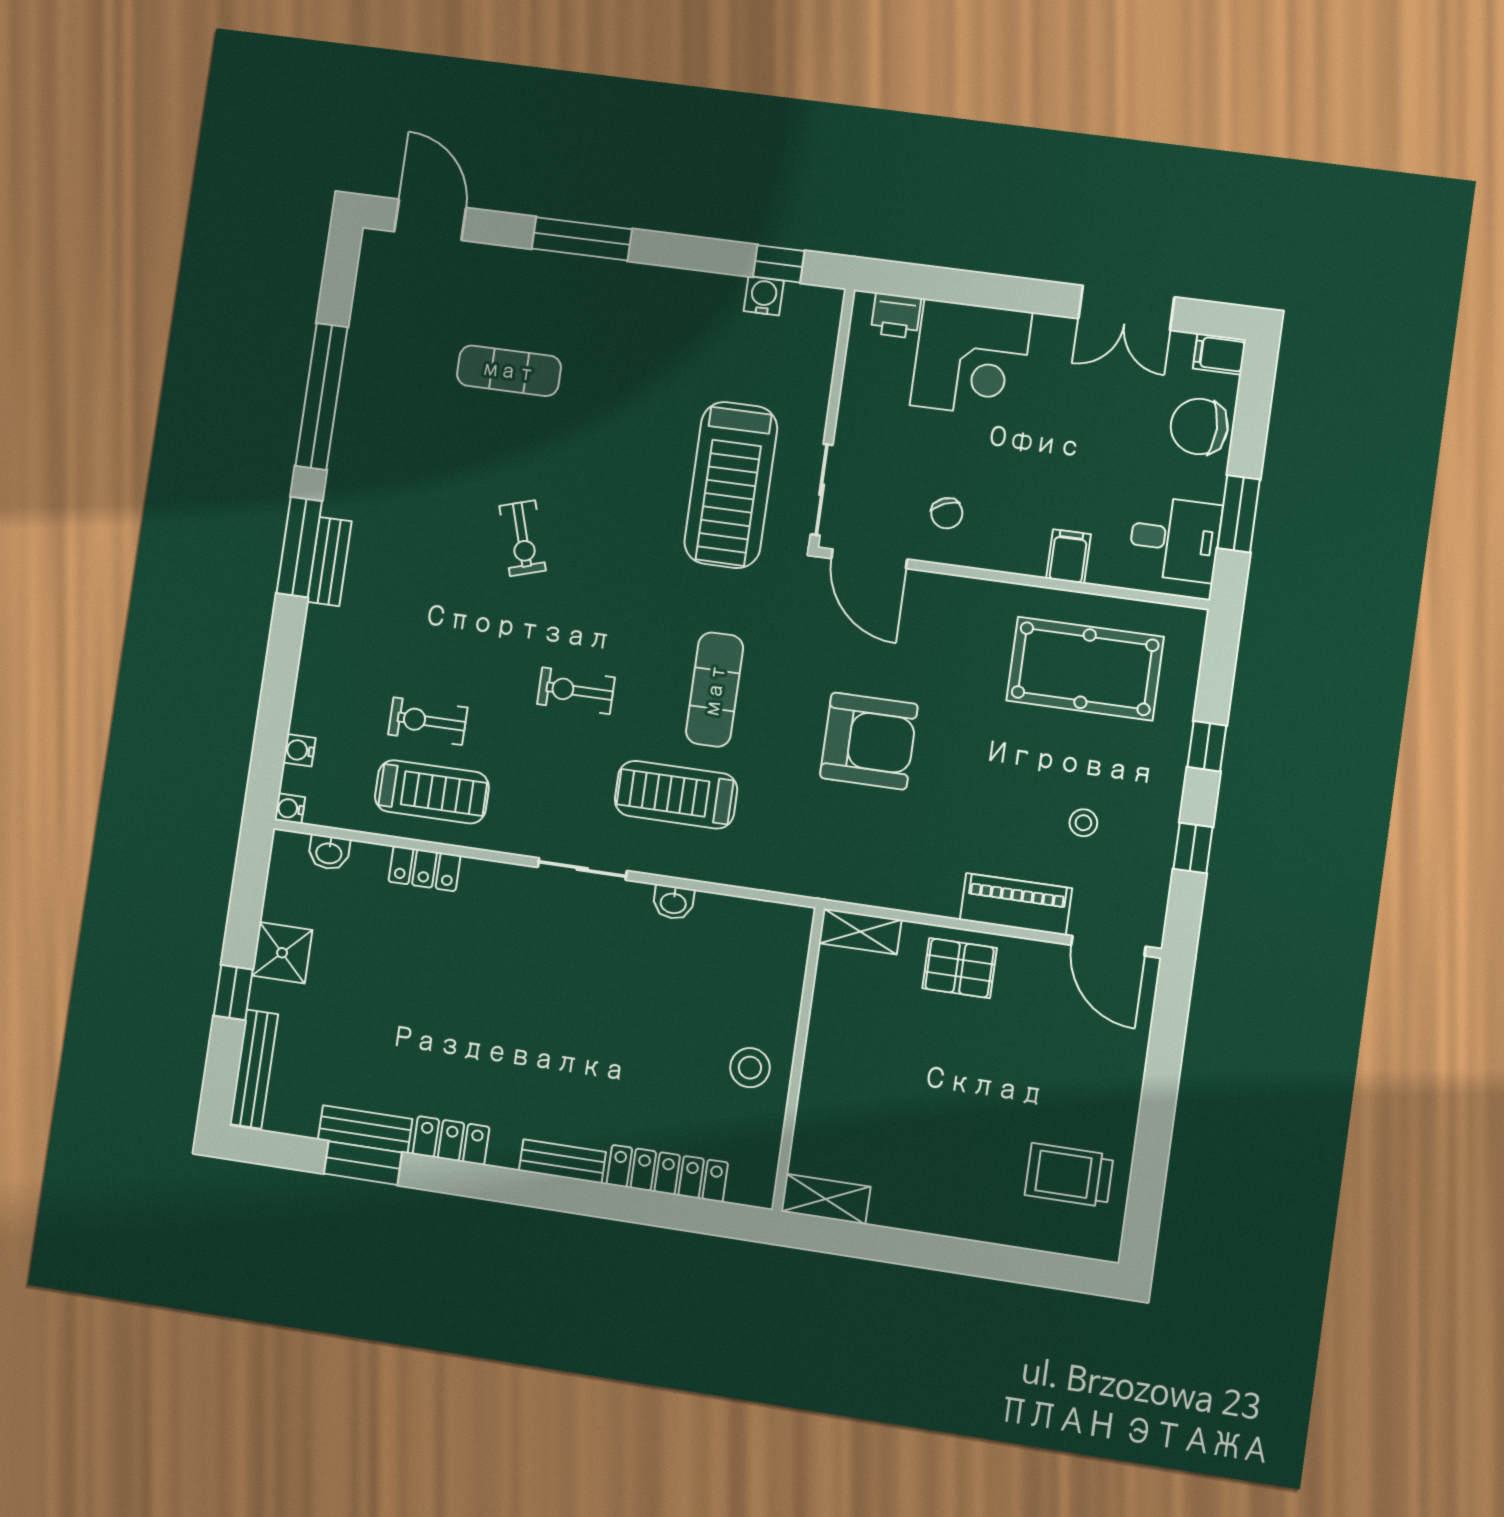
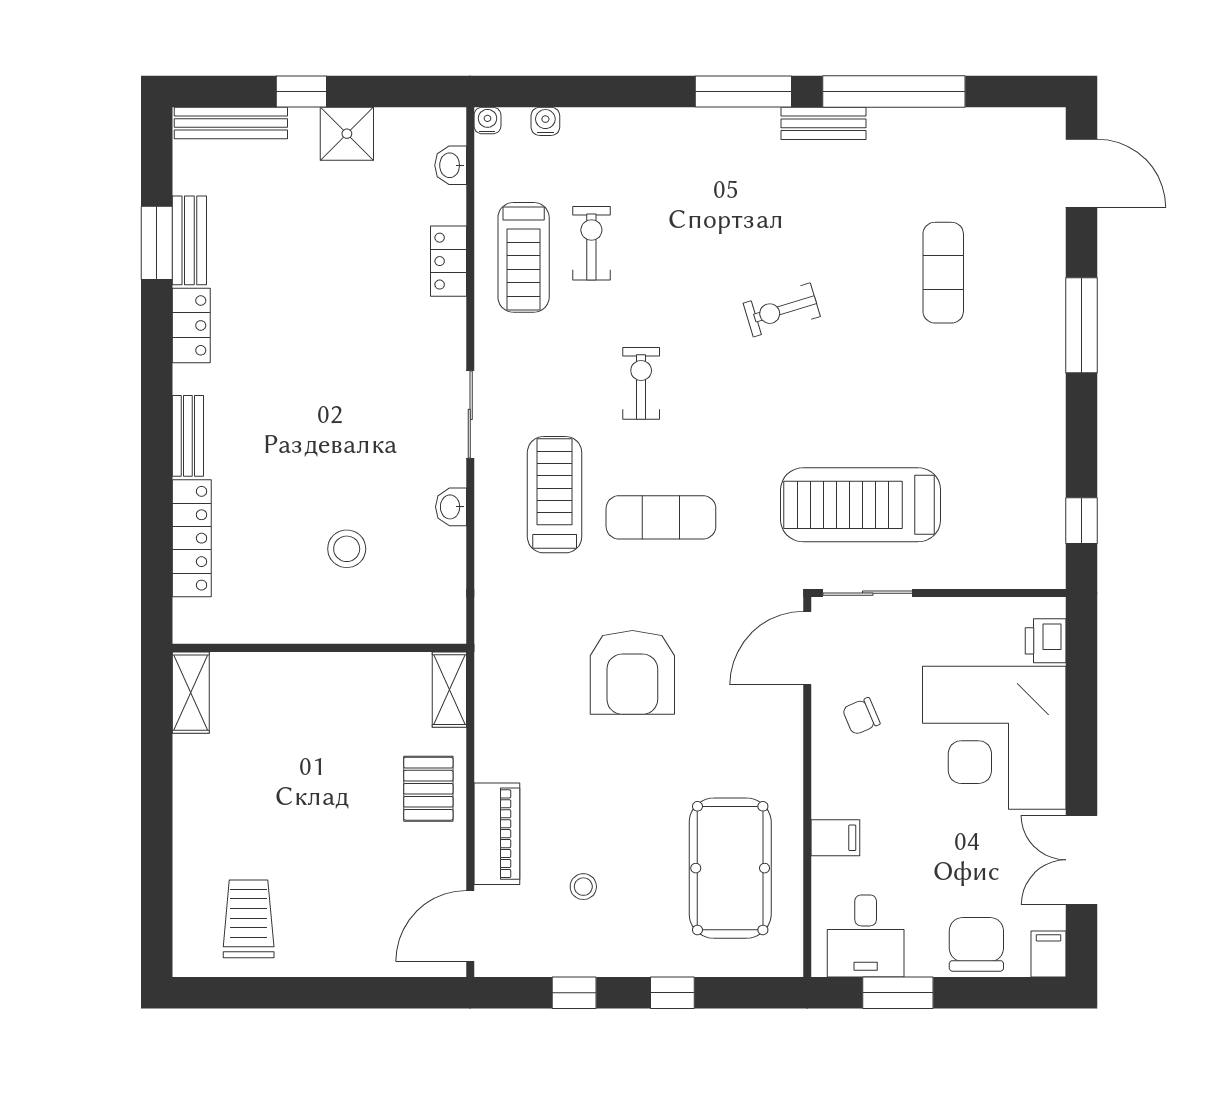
door: (430, 220) -> (1081, 173), hinge flipped
water cooler: (764, 296) -> (1048, 511), removed
corner desk: (971, 359) -> (994, 738), width x1.36, depth x1.36
bench: (329, 562) -> (824, 123), moved
stool: (750, 1068) -> (347, 549), moved

